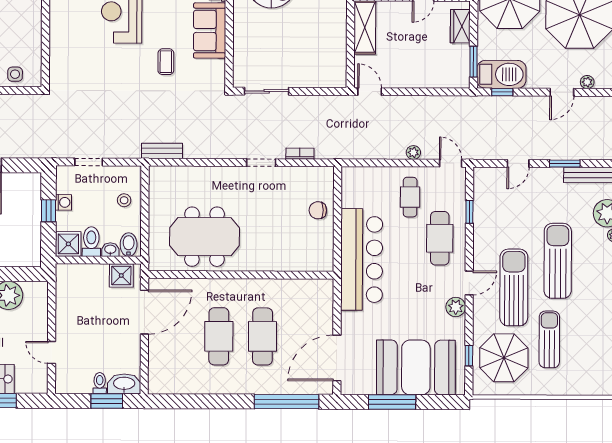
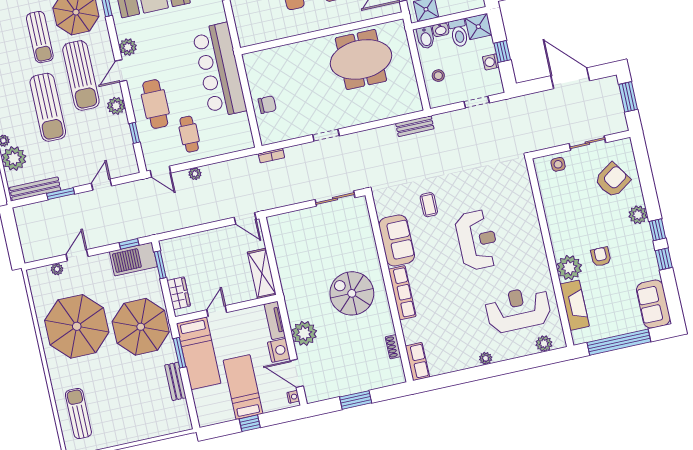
bookcase: (300, 154) -> (271, 156), moved
plant: (483, 246) -> (116, 106), added

